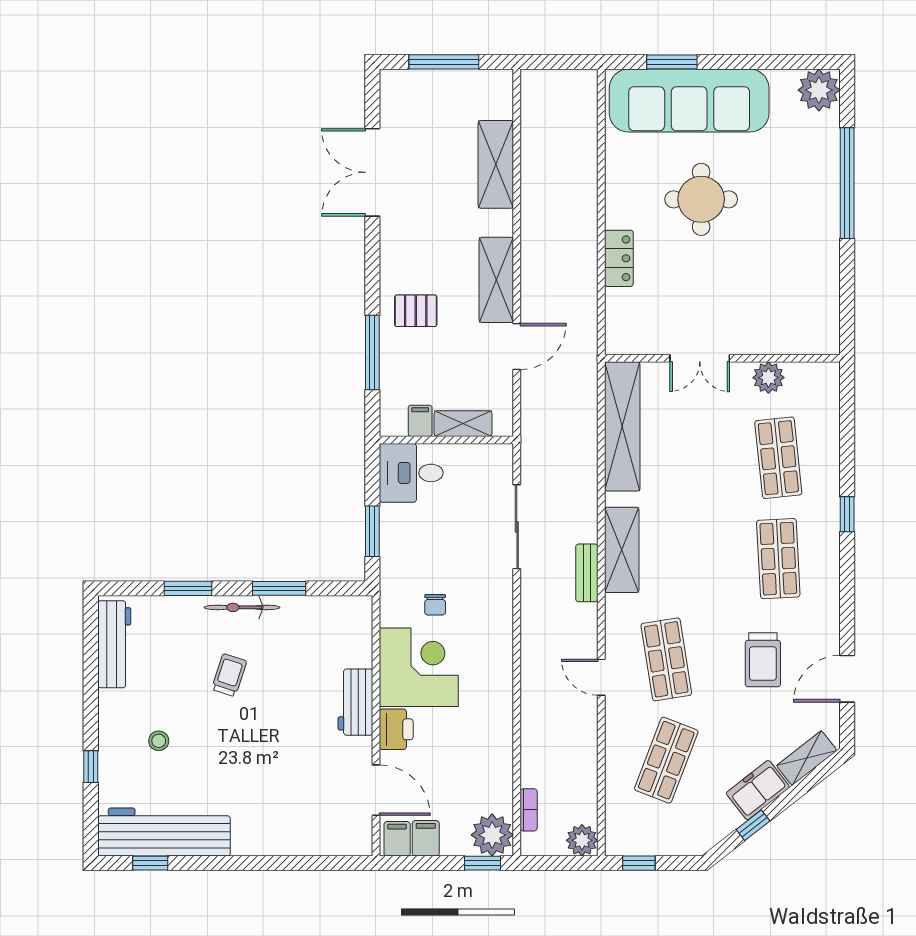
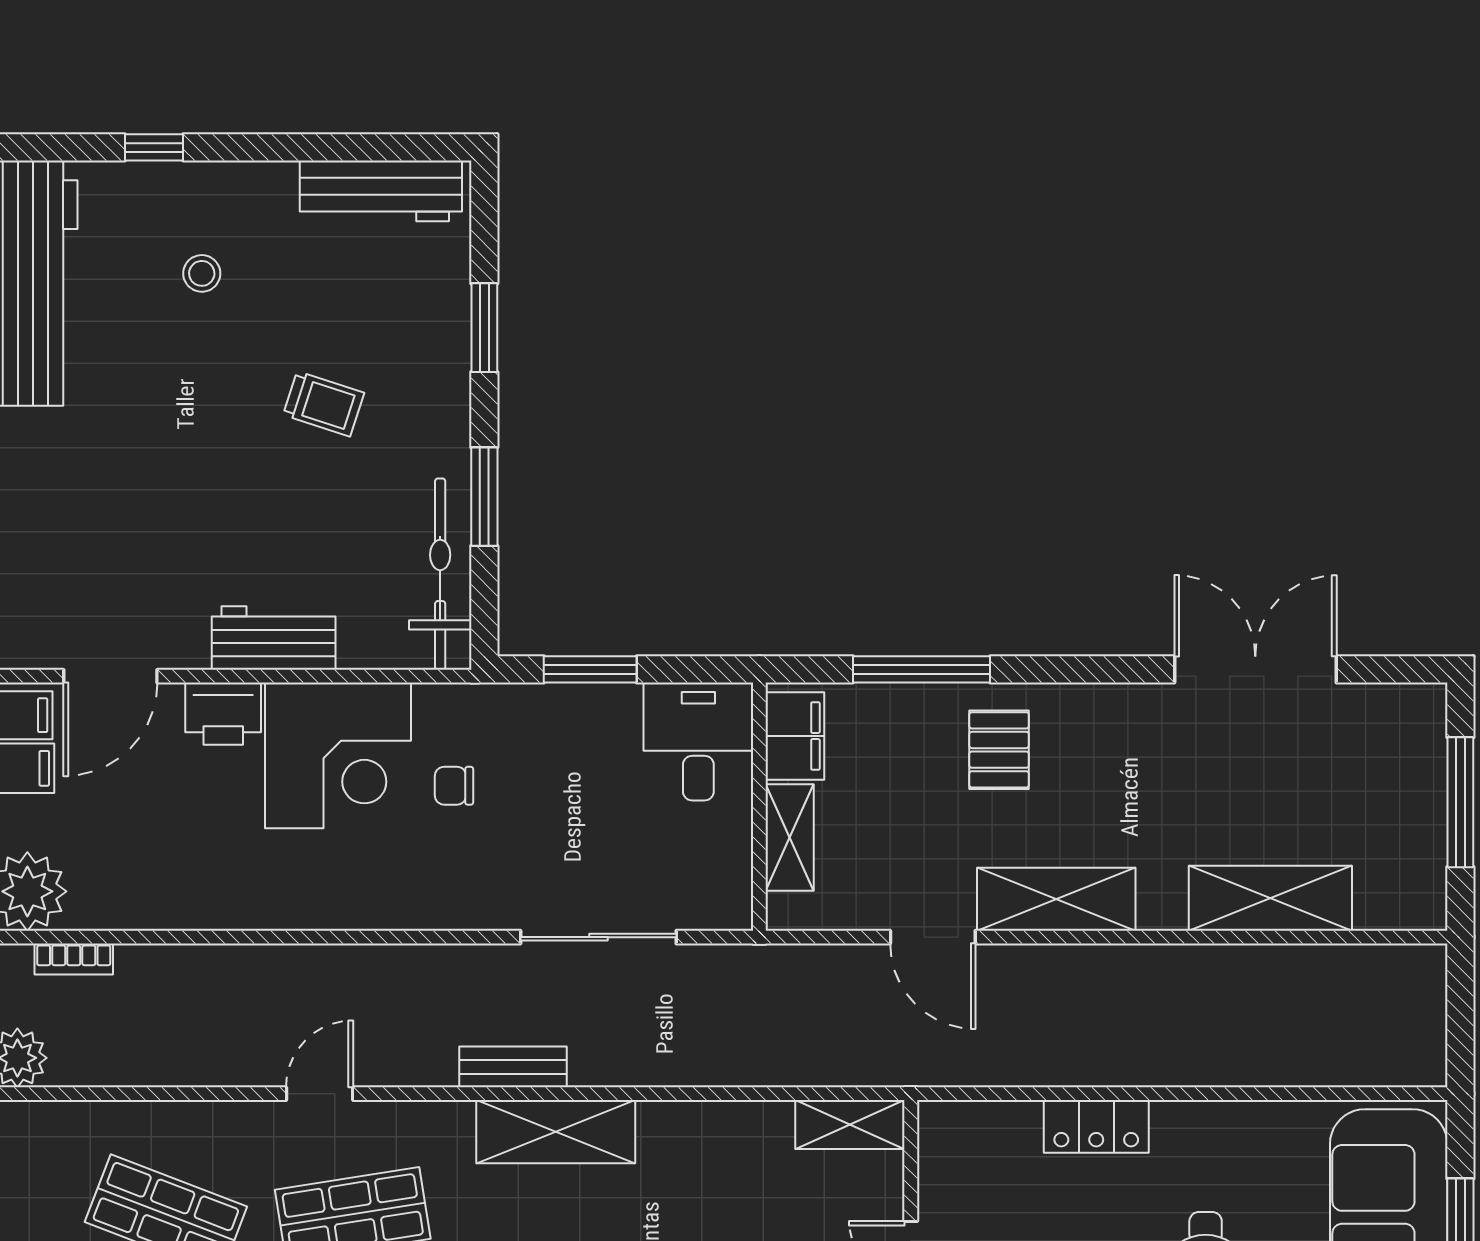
filing cabinet: (420, 421) -> (795, 736), width x2.00
shelving: (622, 426) -> (850, 1125), width x0.45, depth x0.75
bicycle: (242, 607) -> (440, 574), moved, width x1.37, depth x1.40

